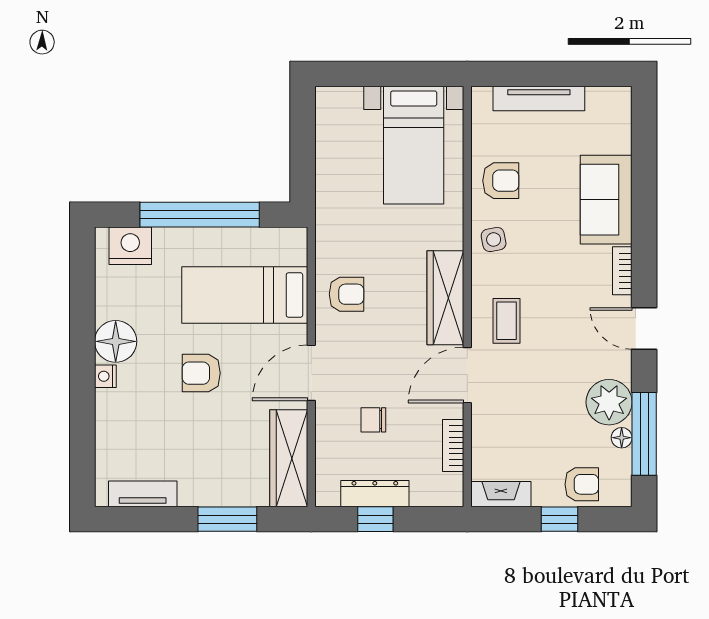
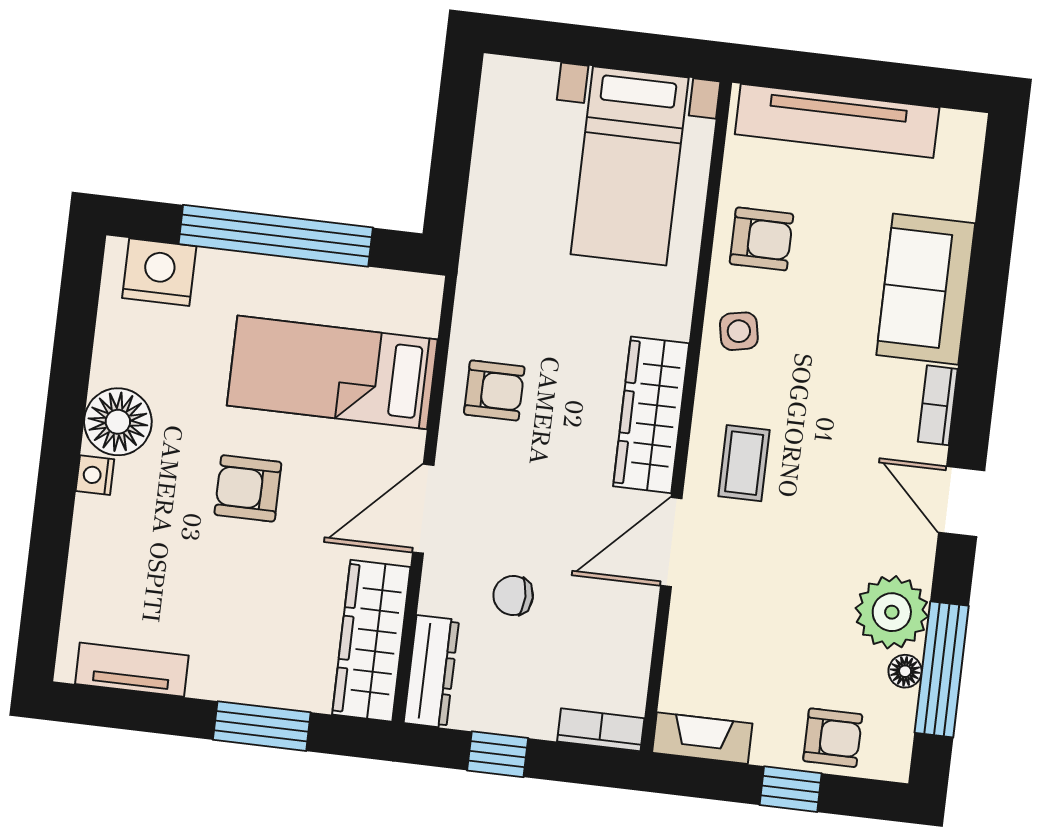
tv unit: (539, 98) -> (837, 121), width x1.36, depth x1.29
bookcase: (453, 446) -> (601, 730), moved, turned 90
dresser: (375, 494) -> (431, 672), moved, turned 90

